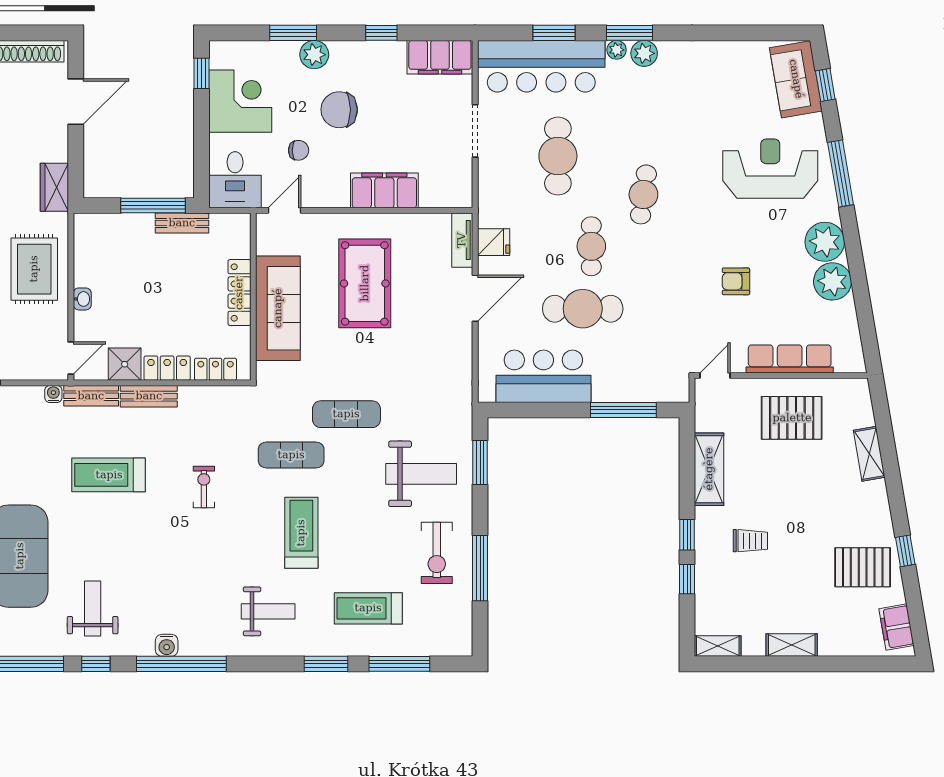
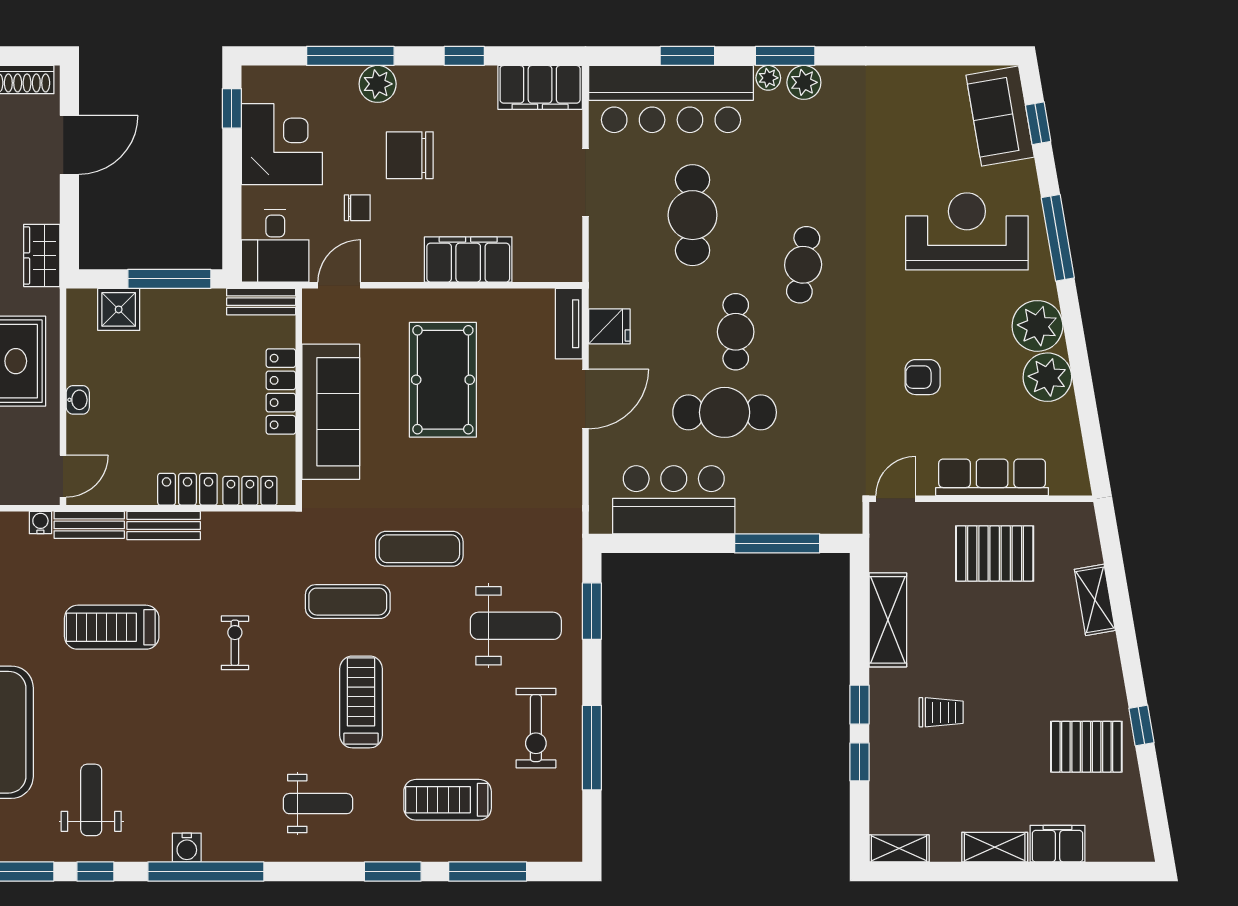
window: (293, 33) -> (350, 56), width x1.44
bench: (182, 223) -> (261, 302), moved
shower: (125, 364) -> (119, 309), moved
filing cabinet: (896, 627) -> (1058, 844), moved, turned 100

